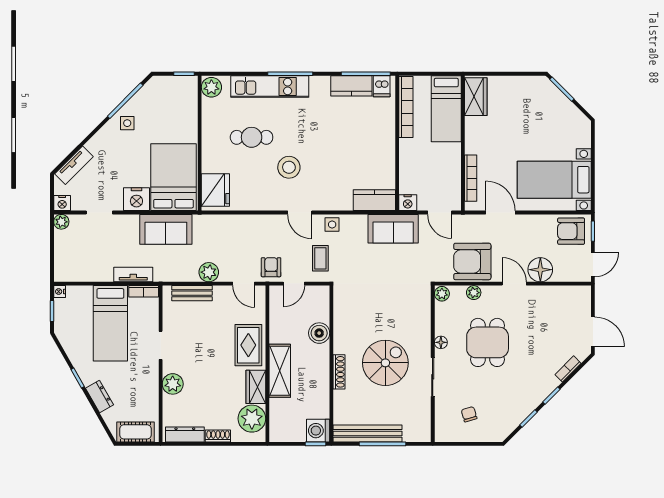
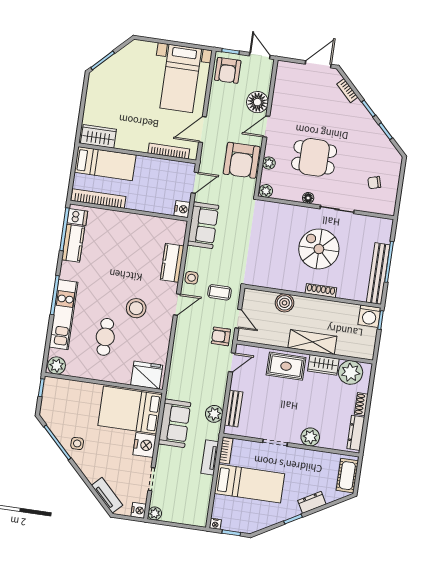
kitchen counter: (374, 200) -> (172, 263), moved
plant: (209, 272) -> (214, 414), moved

